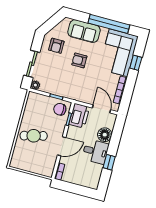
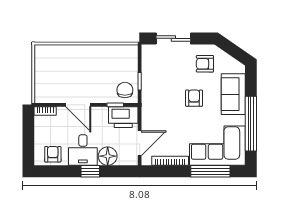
window: (136, 63) -> (210, 171), width x2.17
plant: (35, 85) -> (147, 50), removed
cafe table: (34, 136) -> (82, 66), removed
window: (109, 162) -> (90, 171), moved
armchair: (93, 174) -> (53, 154), added

